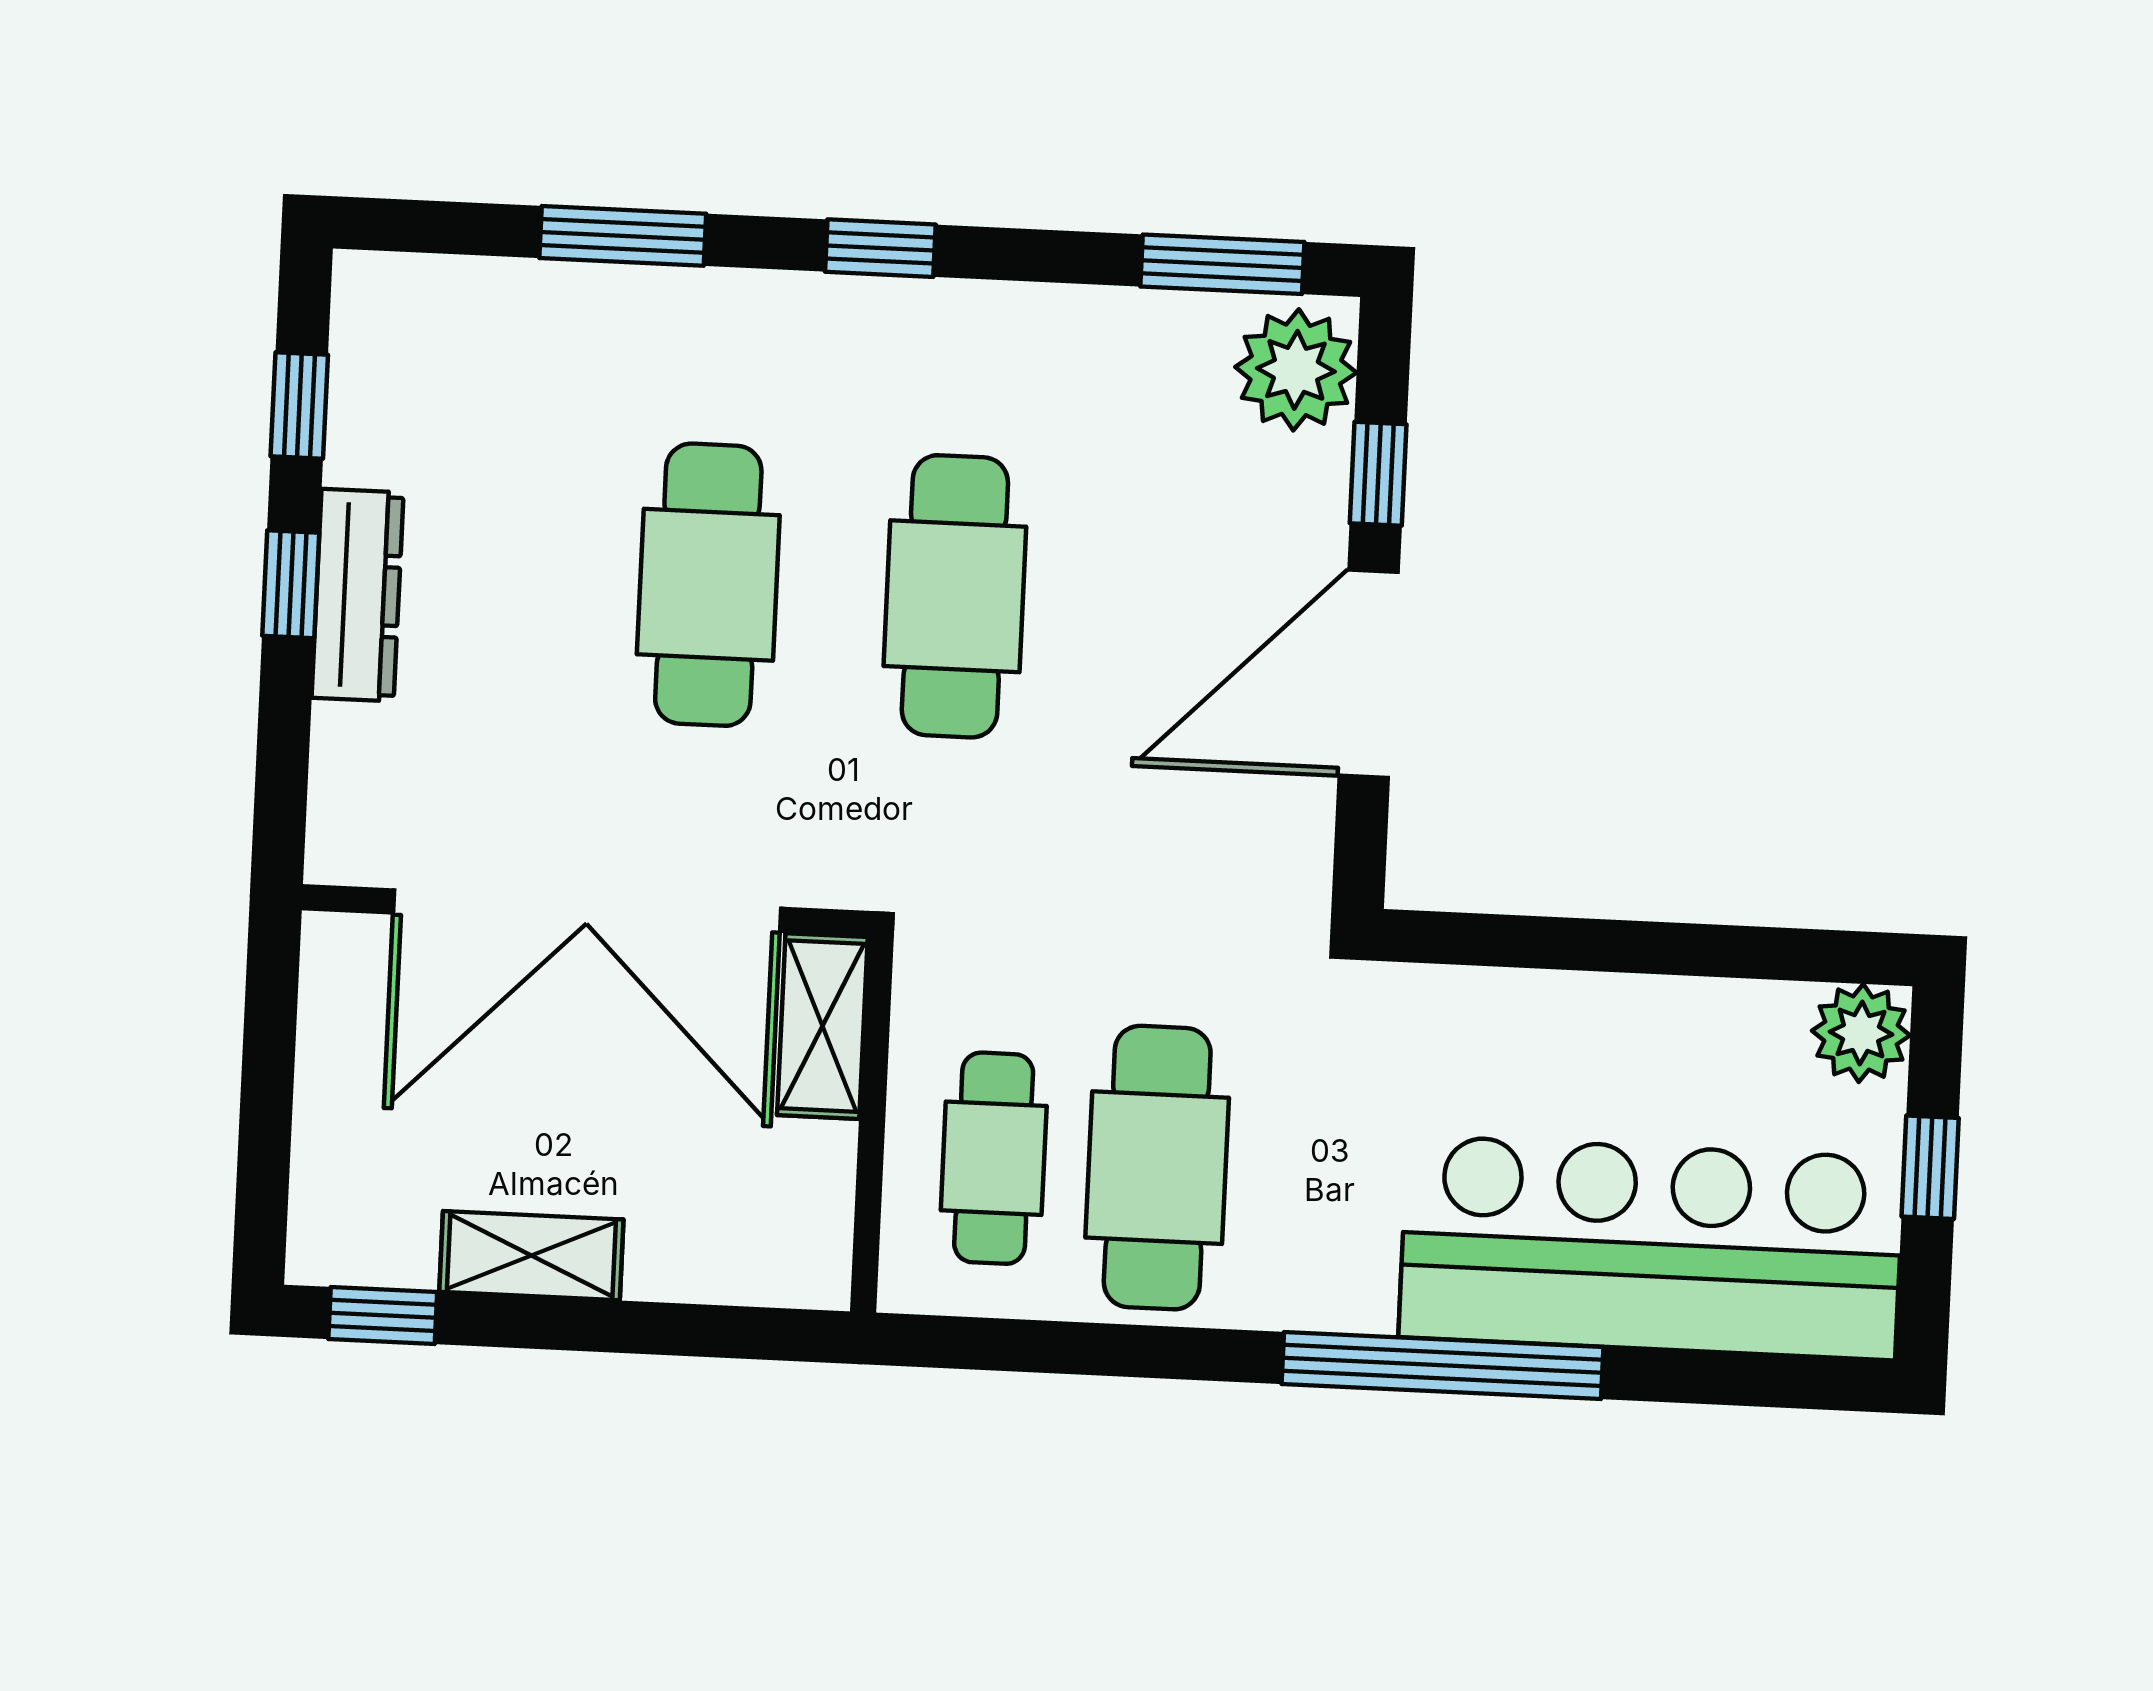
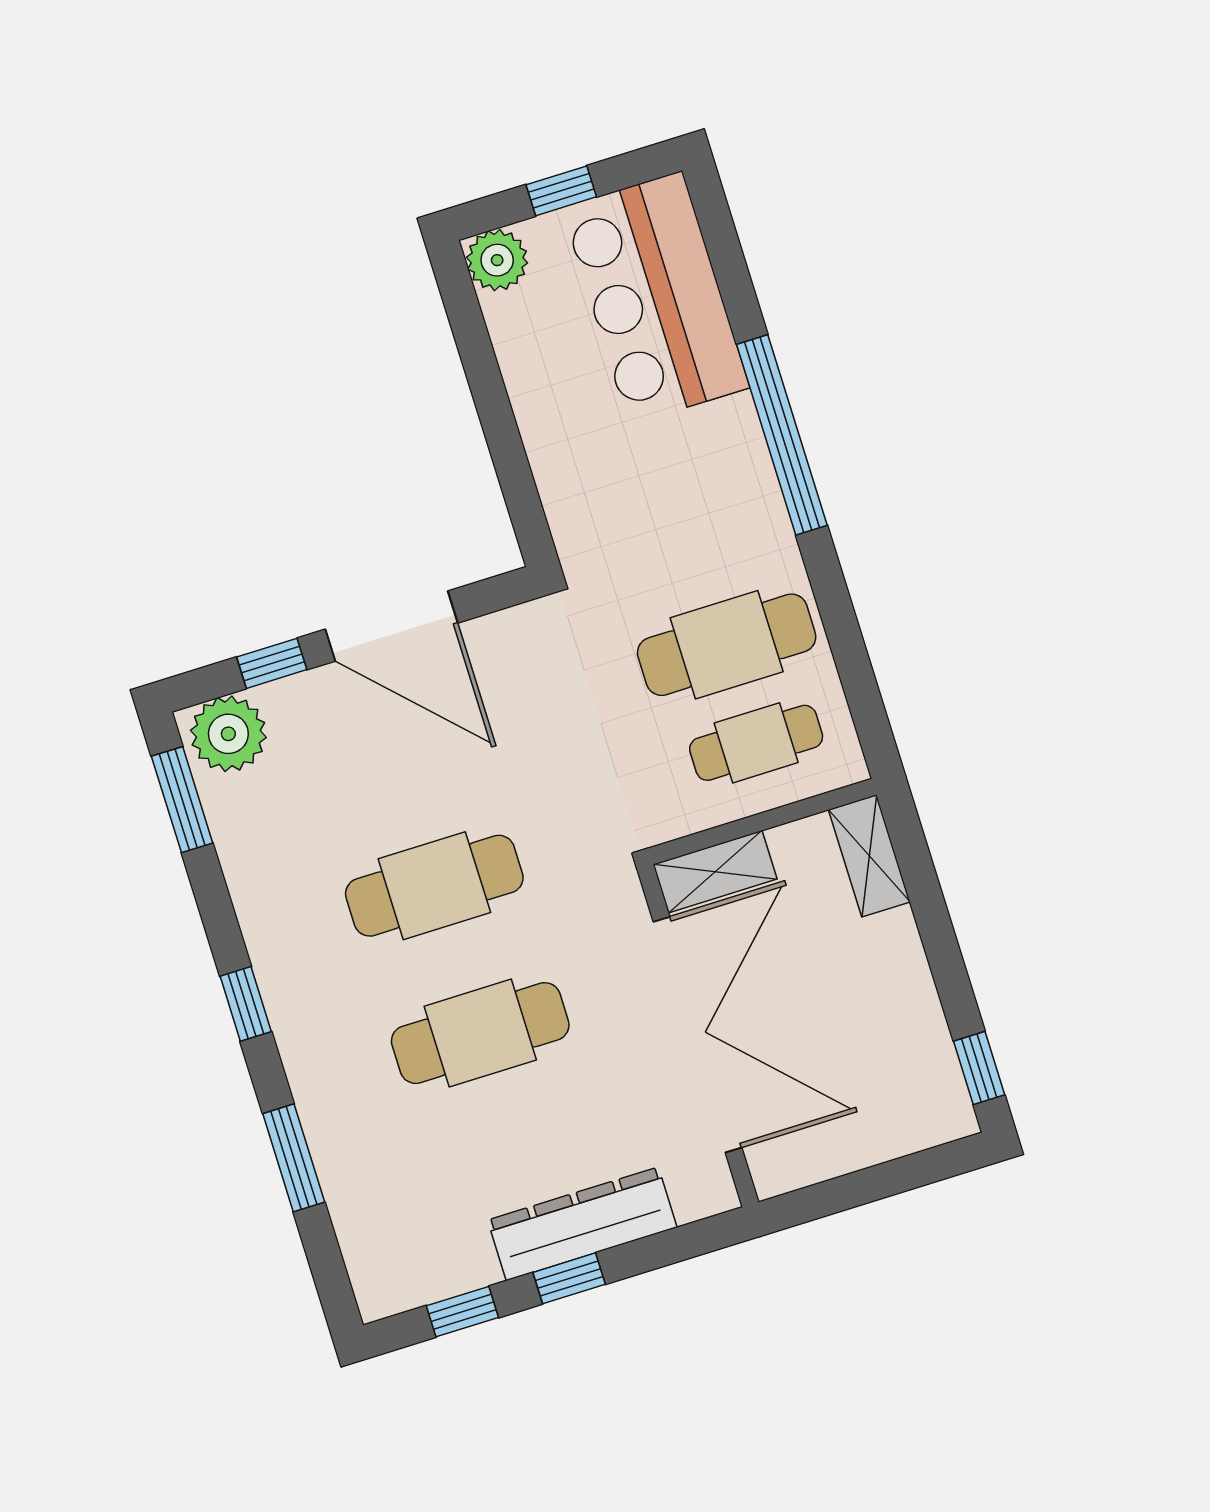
dresser: (358, 595) -> (582, 1224), width x1.37, depth x1.24
bar counter: (1651, 1248) -> (656, 298), width x0.73
shelving: (531, 1256) -> (869, 856), moved

